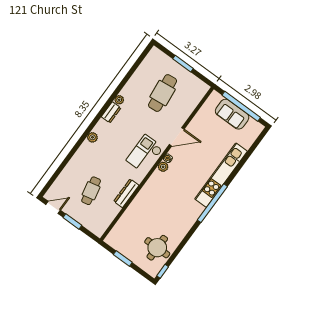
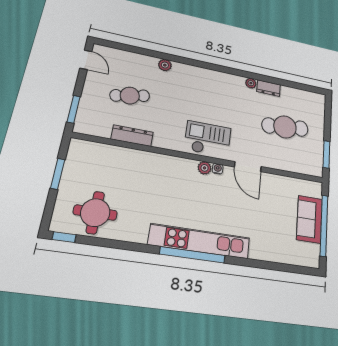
window: (183, 64) -> (326, 154), moved
dresser: (111, 112) -> (269, 88), moved
plant: (92, 137) -> (165, 65), moved
kitchen unit: (221, 175) -> (200, 241), moved
dresser: (126, 193) -> (132, 136), moved
window: (72, 221) -> (74, 109), moved

